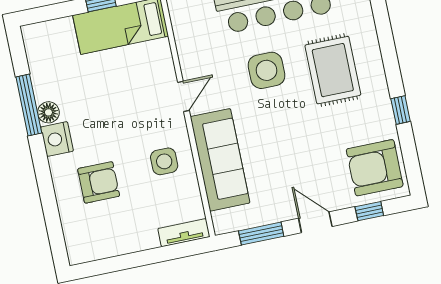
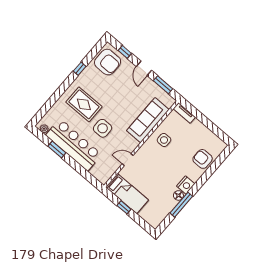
rug: (333, 70) -> (84, 104), turned 90
door: (183, 96) -> (128, 160), moved
armchair: (99, 182) -> (203, 159), moved

